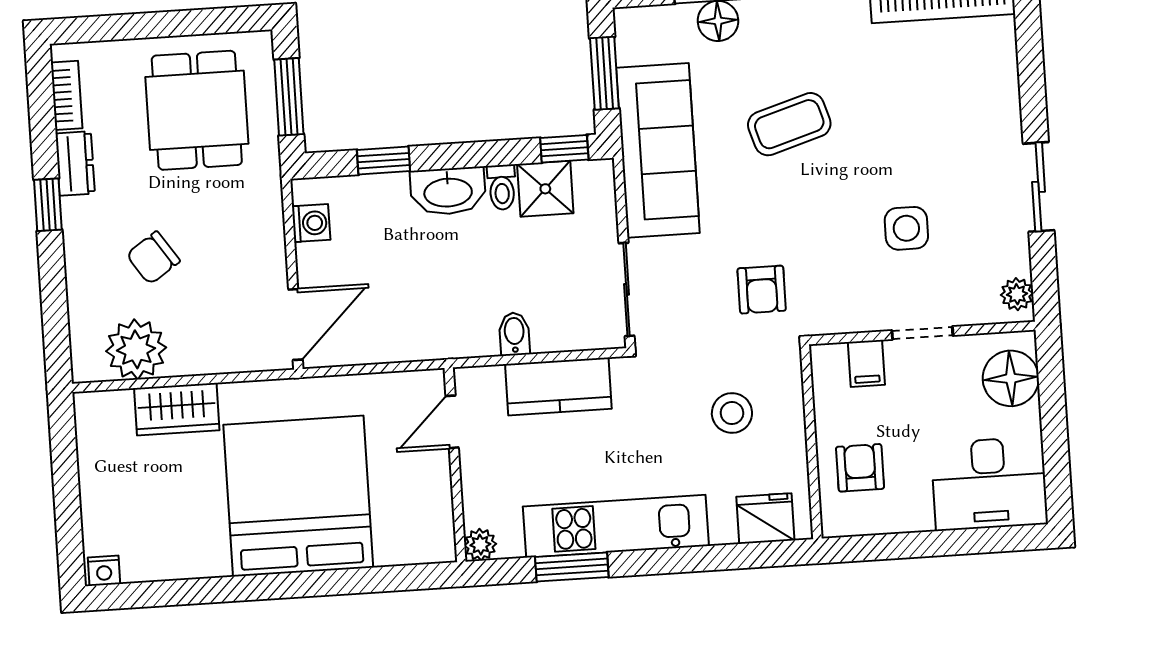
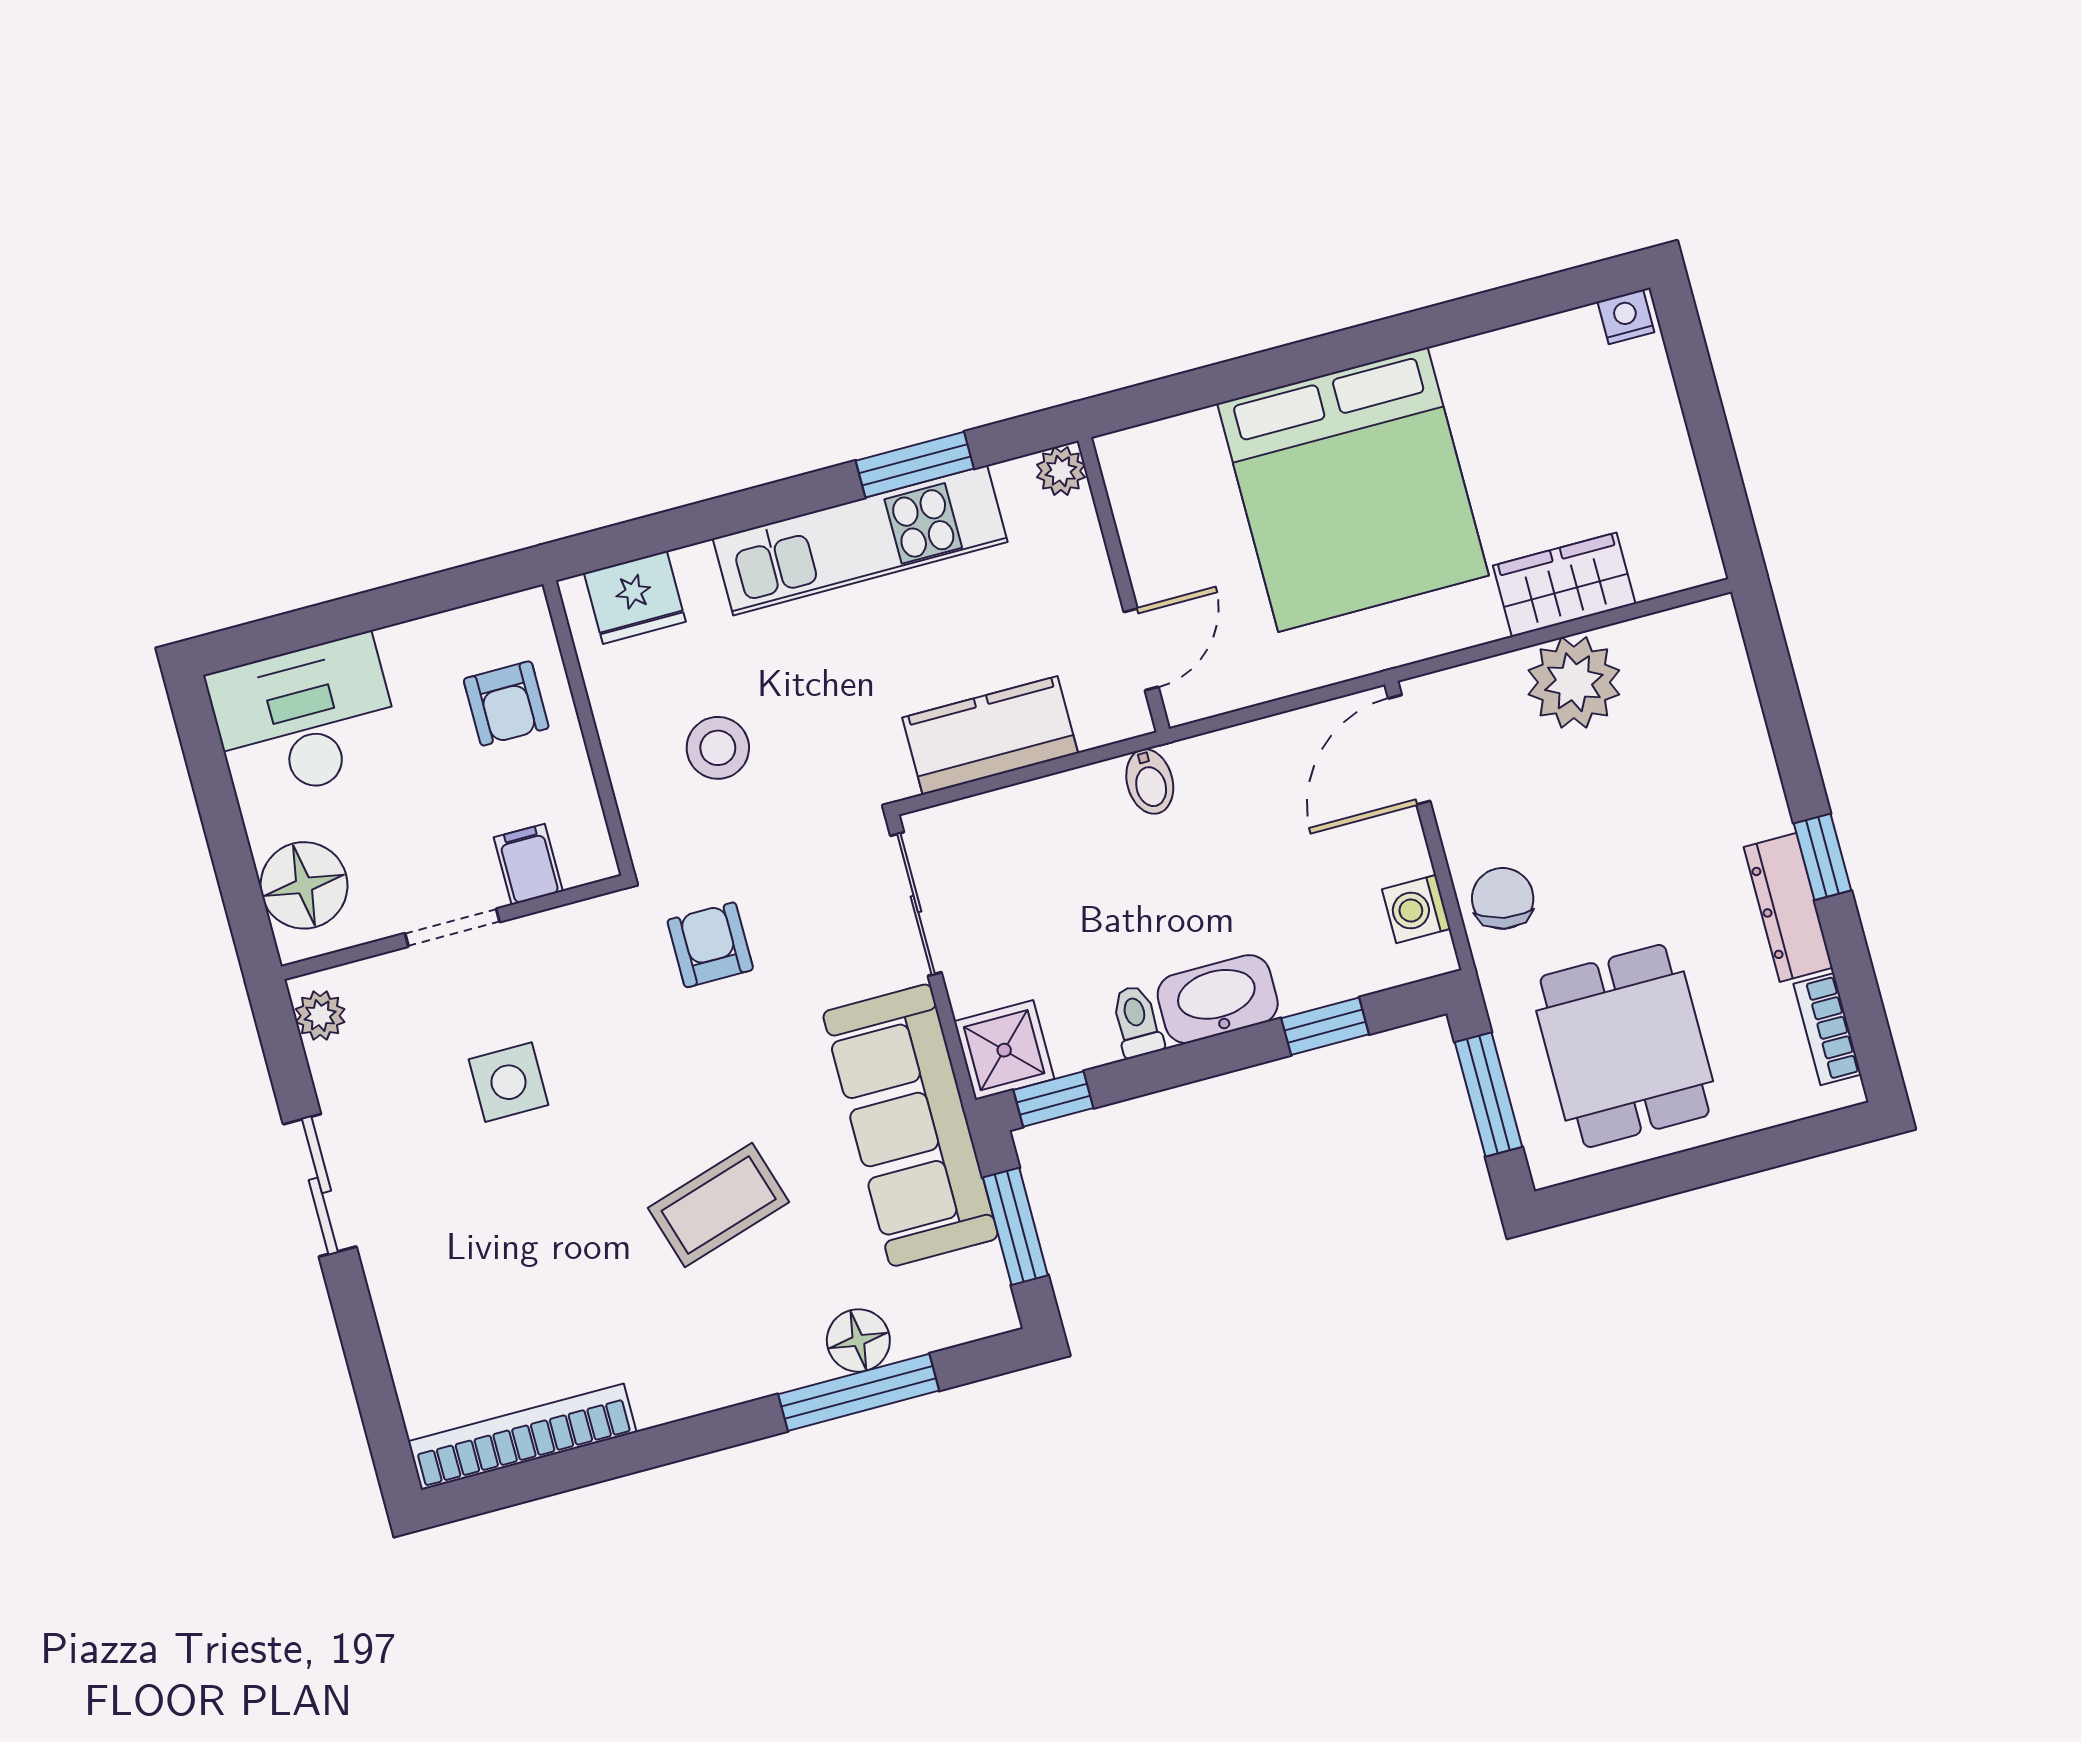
dresser: (75, 163) -> (1788, 907), width x1.44
shower: (545, 189) -> (1004, 1050), moved
chair: (153, 258) -> (1503, 898), moved, turned -45
bidet: (514, 334) -> (1150, 782), moved
plant: (136, 349) -> (1574, 682), moved

